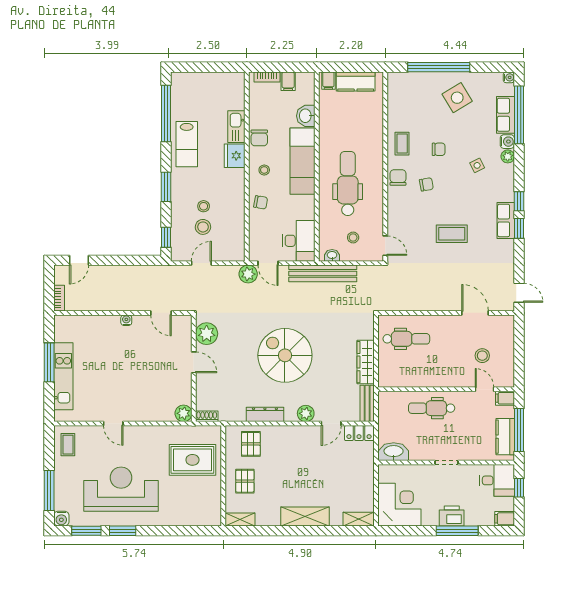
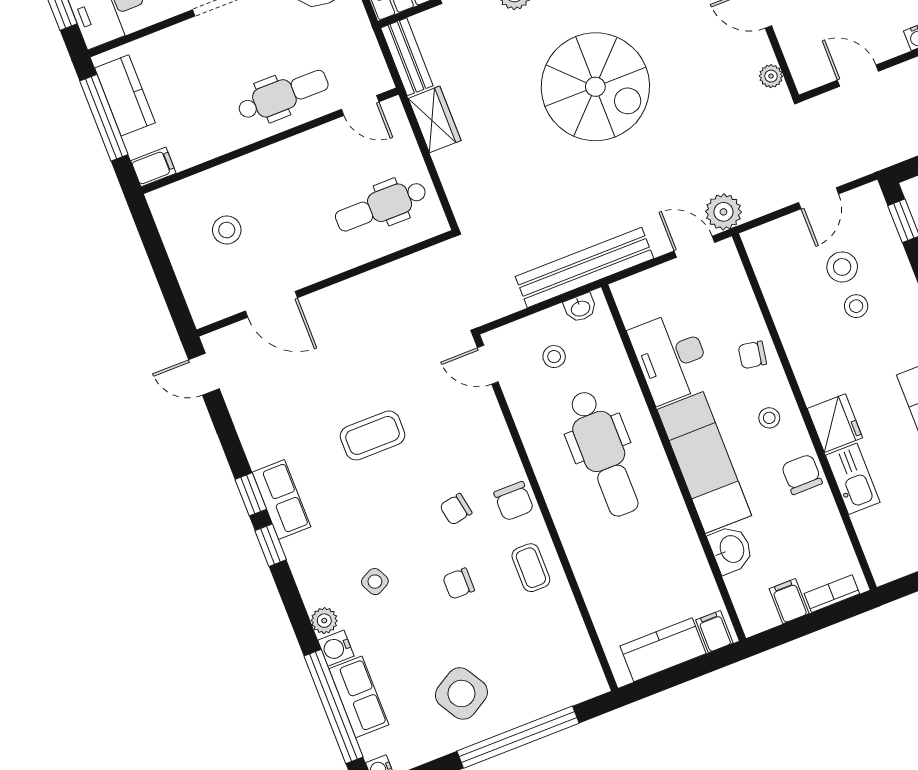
desk: (299, 241) -> (671, 357), moved
plant: (207, 334) -> (771, 76), width x0.53, depth x0.53
wardrobe: (366, 362) -> (435, 119), width x0.67
door: (484, 389) -> (360, 106), moved

